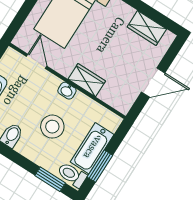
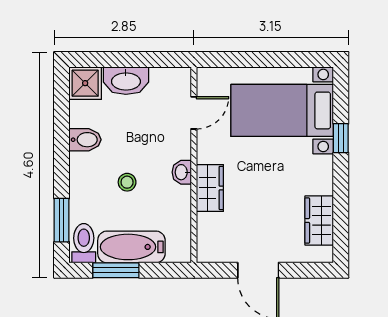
stool: (52, 127) -> (127, 182), width x0.53, depth x0.53

